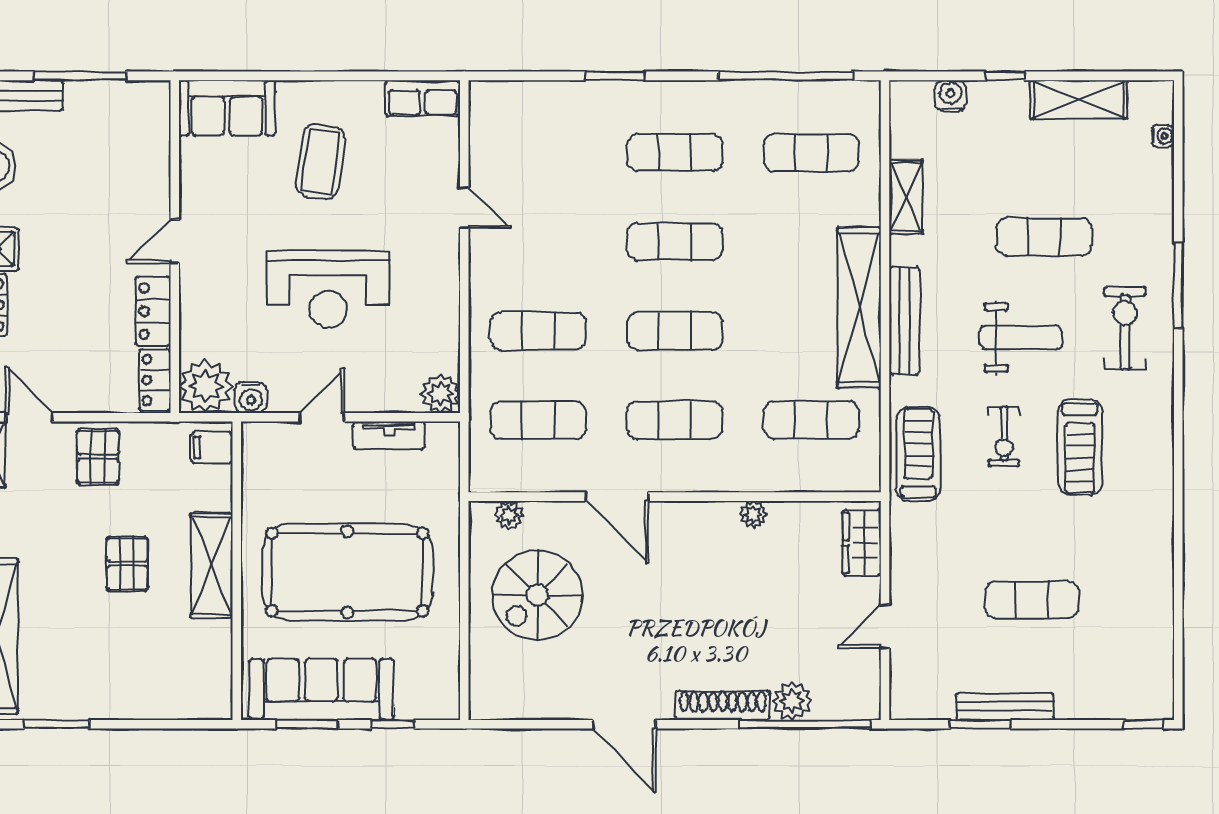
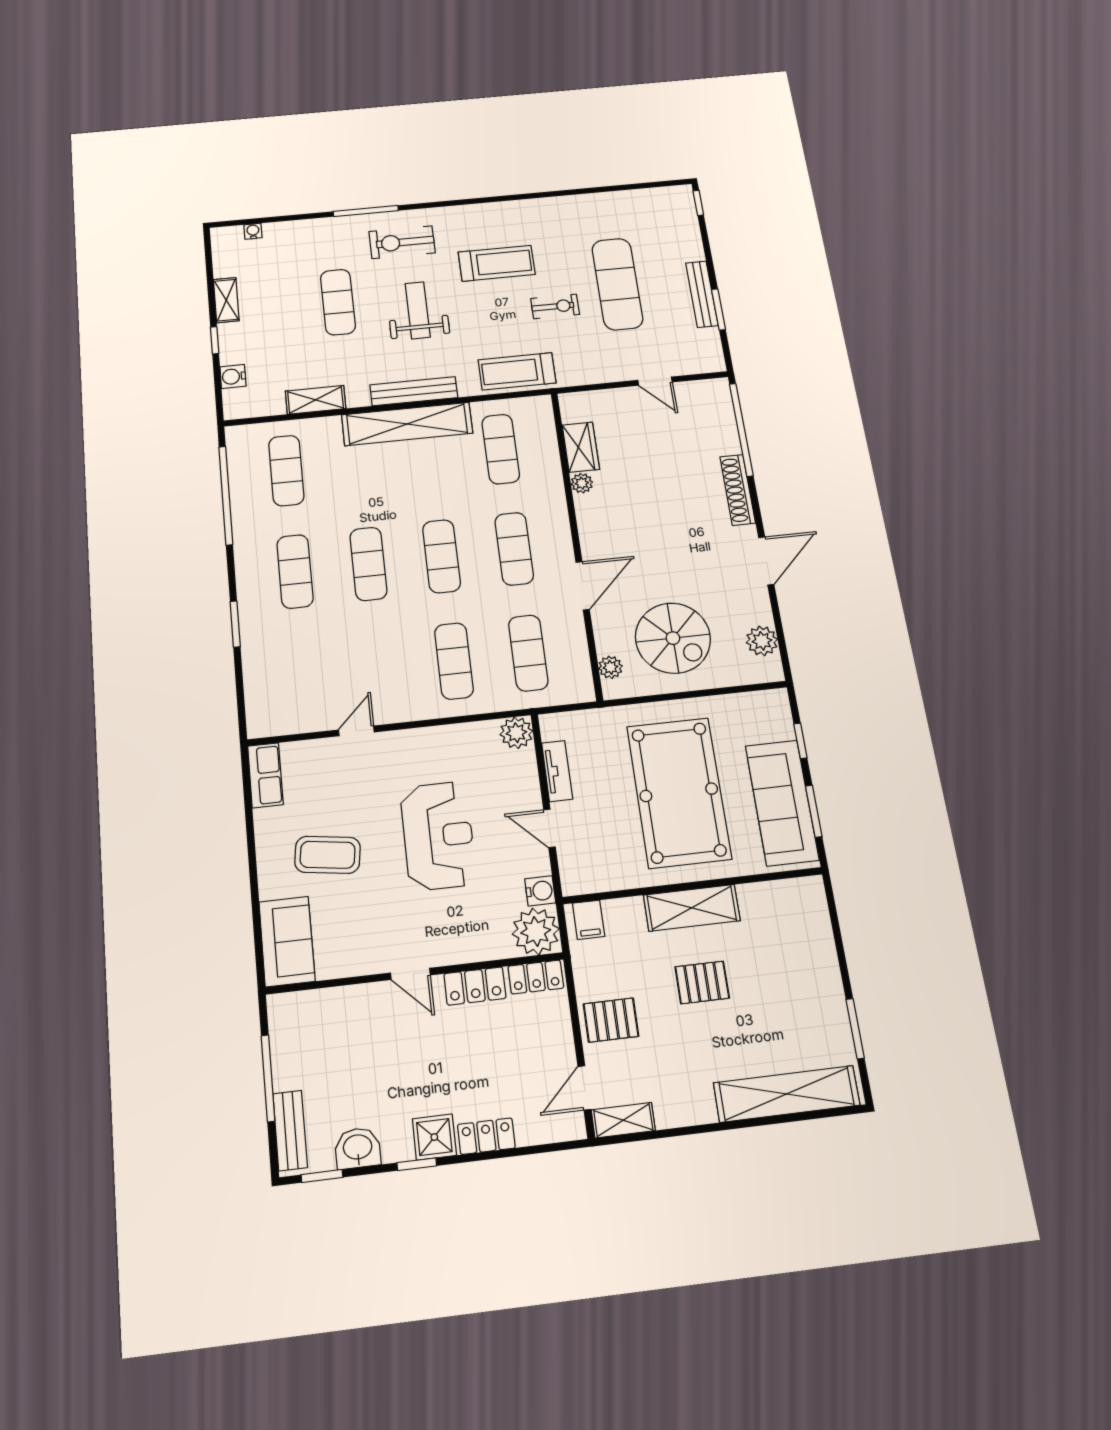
shelving: (1079, 99) -> (226, 300), width x0.67, depth x0.75
exercise bike: (1004, 437) -> (555, 306), moved
wardrobe: (862, 543) -> (581, 447), moved, turned -90
exercise mat: (1032, 600) -> (617, 284), width x1.36, depth x1.45
plant: (792, 701) -> (762, 641), moved

